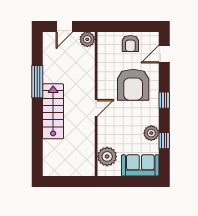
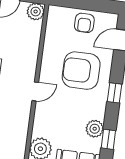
armchair: (133, 85) -> (81, 71), turned 90

